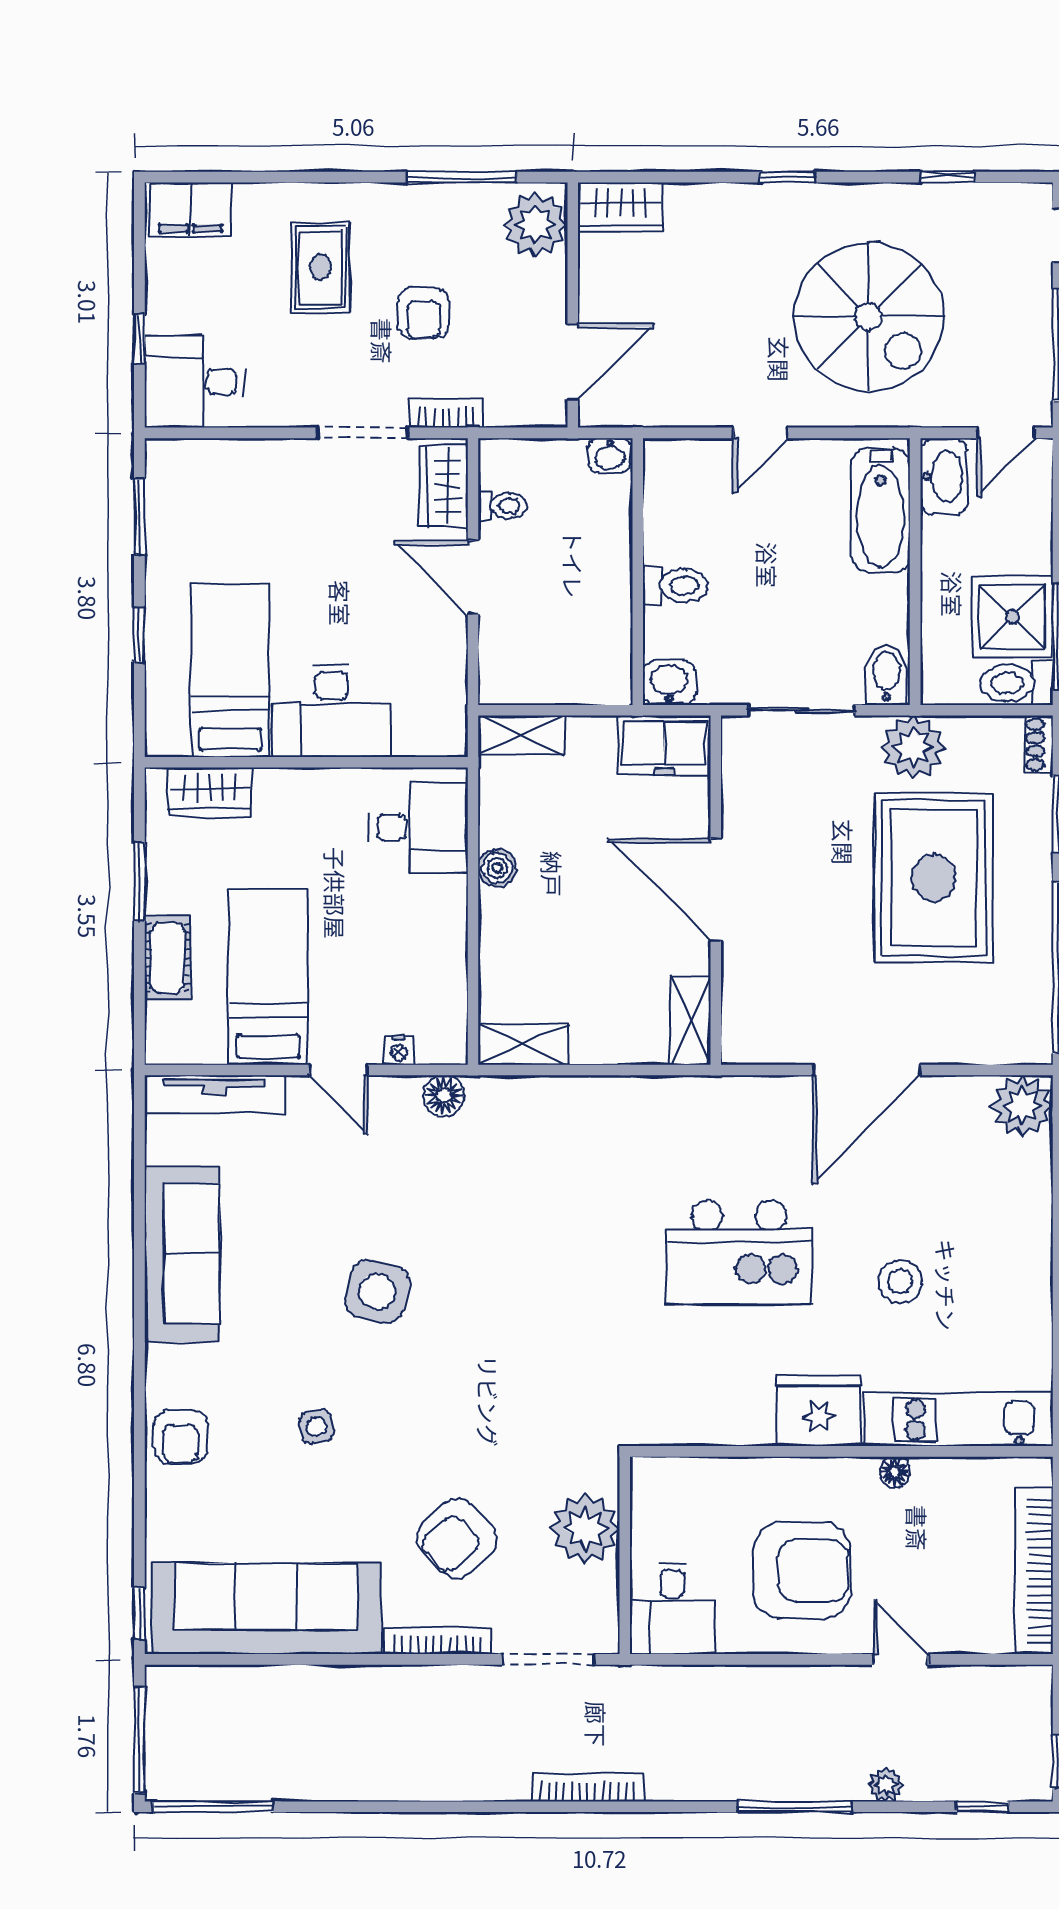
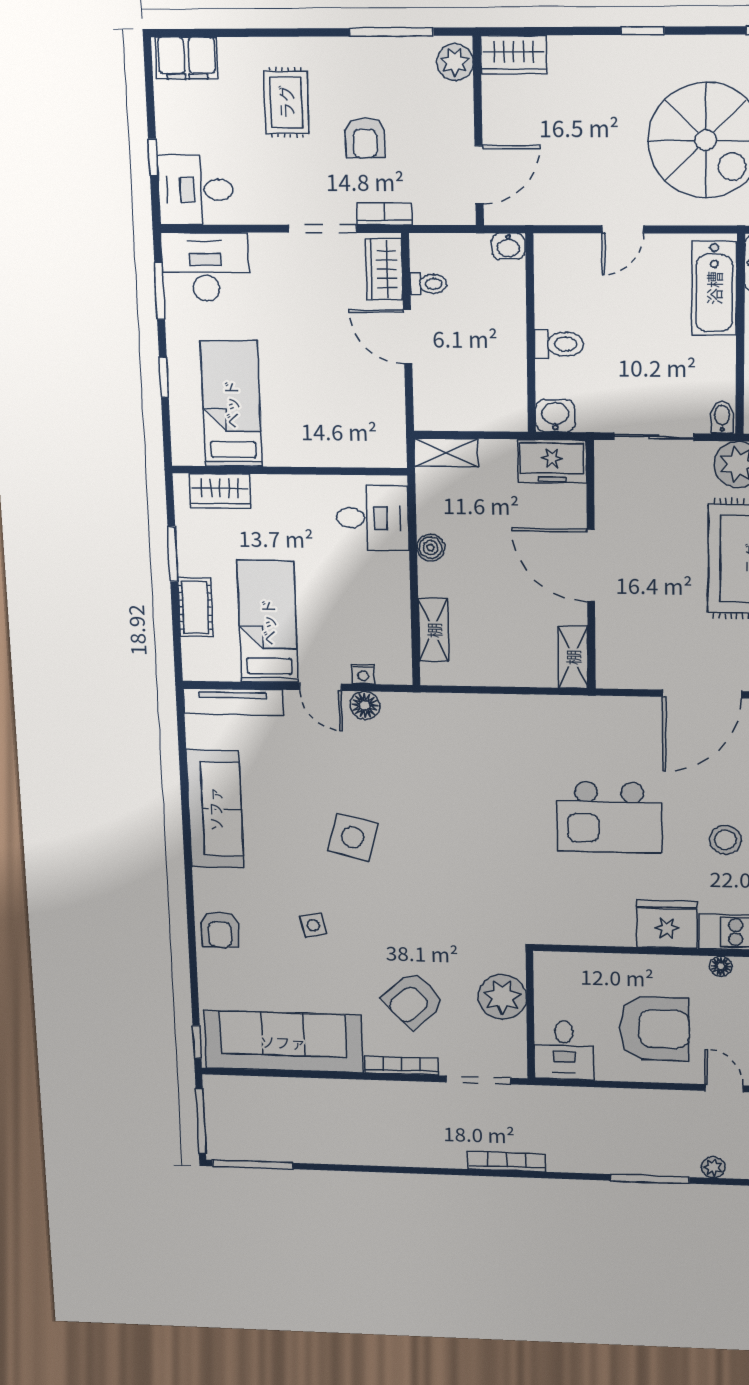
plant: (535, 224) -> (455, 62), width x0.73, depth x0.73
bidet: (886, 675) -> (722, 417), width x0.72, depth x0.74
desk: (331, 711) -> (205, 267), moved, turned 180
shelving: (524, 1044) -> (434, 630), moved, turned 90
floor lamp: (444, 1096) -> (365, 705), moved

